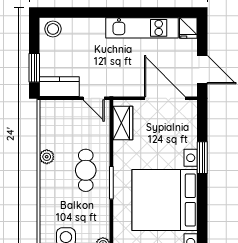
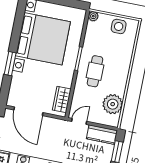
door: (94, 98) -> (79, 121), hinge flipped
plant: (47, 157) -> (113, 104), moved, width x1.88, depth x1.88

